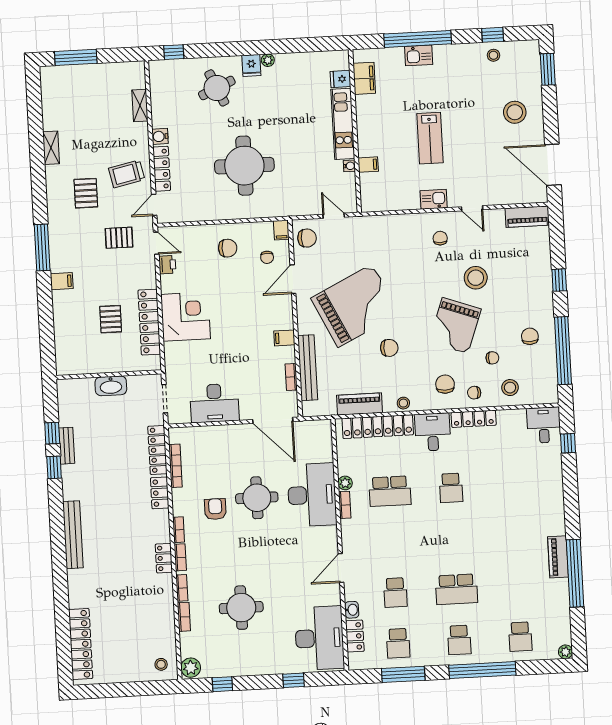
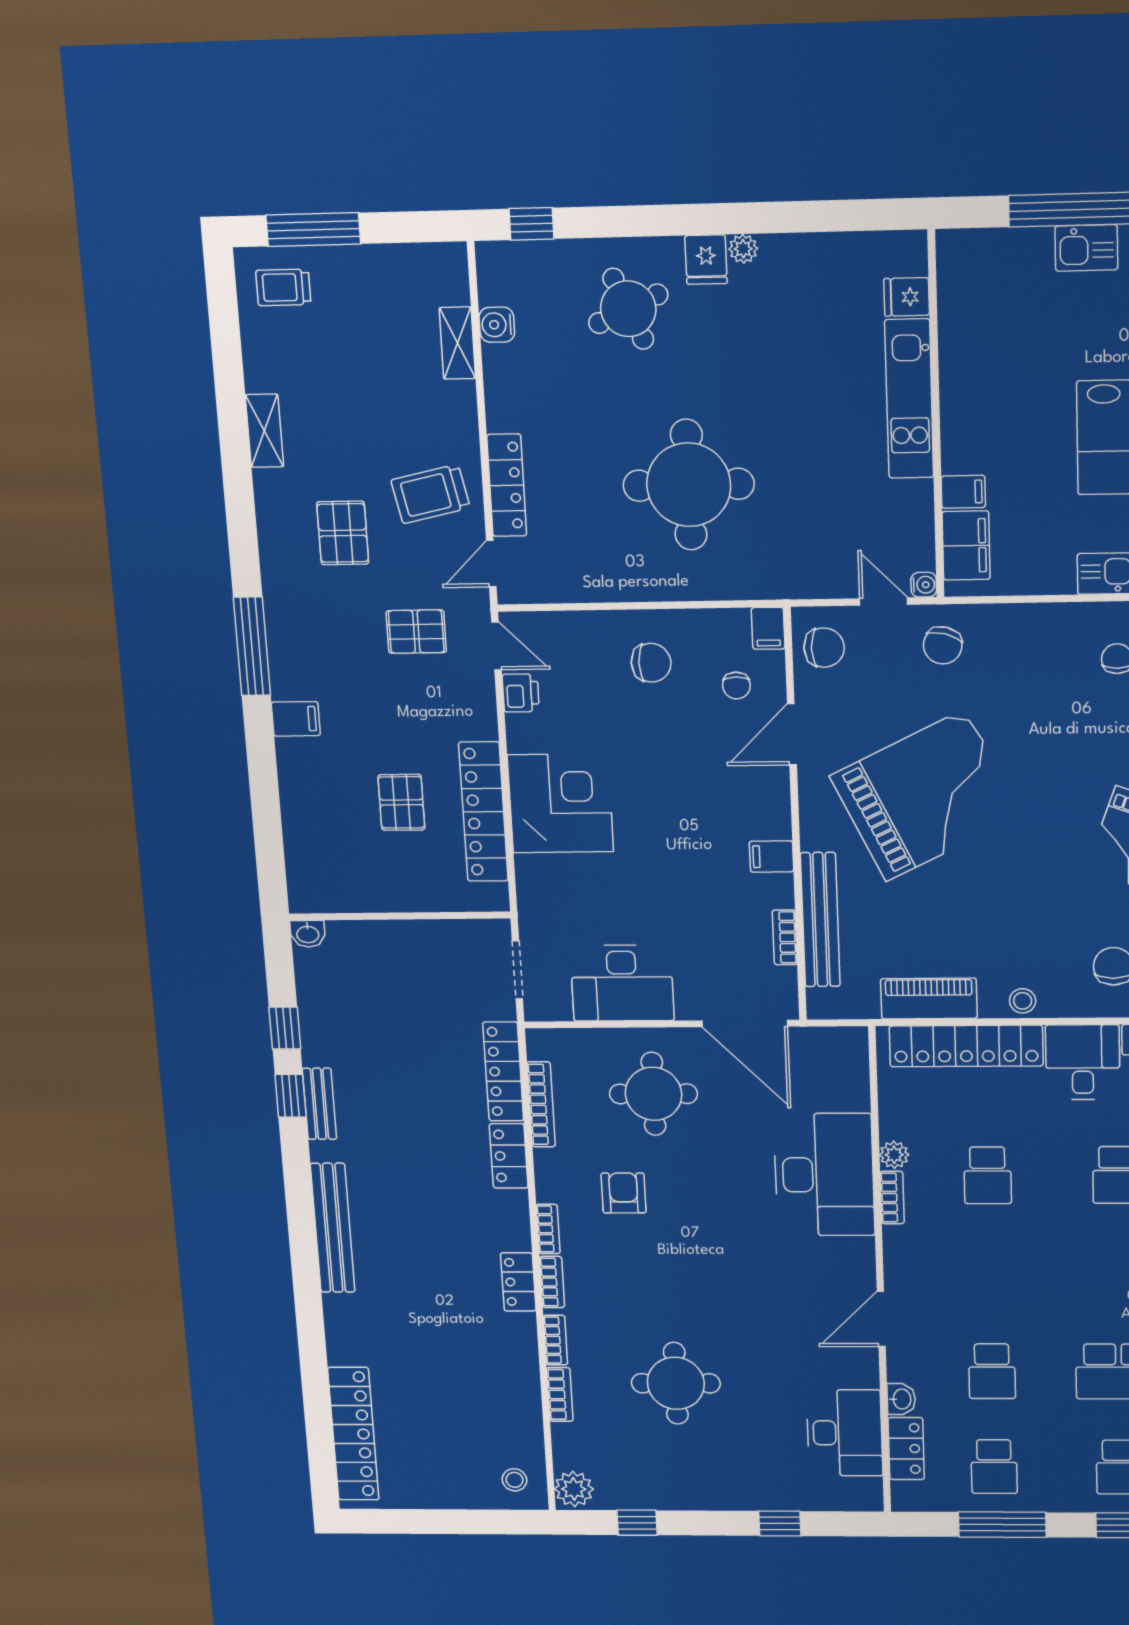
filing cabinet: (364, 78) -> (966, 545), moved
trolley: (62, 83) -> (283, 287), added
water cooler: (160, 136) -> (497, 325), moved
water cooler: (349, 166) -> (924, 585), moved
chair: (389, 348) -> (943, 645), moved, turned 105
washbasin: (111, 386) -> (308, 934), moved, width x0.52, depth x0.69
bench: (67, 446) -> (319, 1104), moved
school desk: (390, 491) -> (988, 1175), width x0.54
round table: (257, 498) -> (653, 1094), moved
desk: (319, 638) -> (845, 1433), width x0.73, depth x0.77

